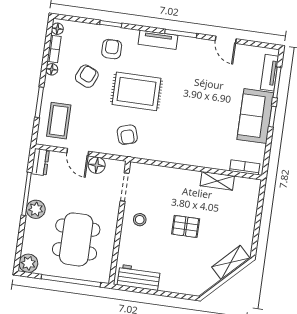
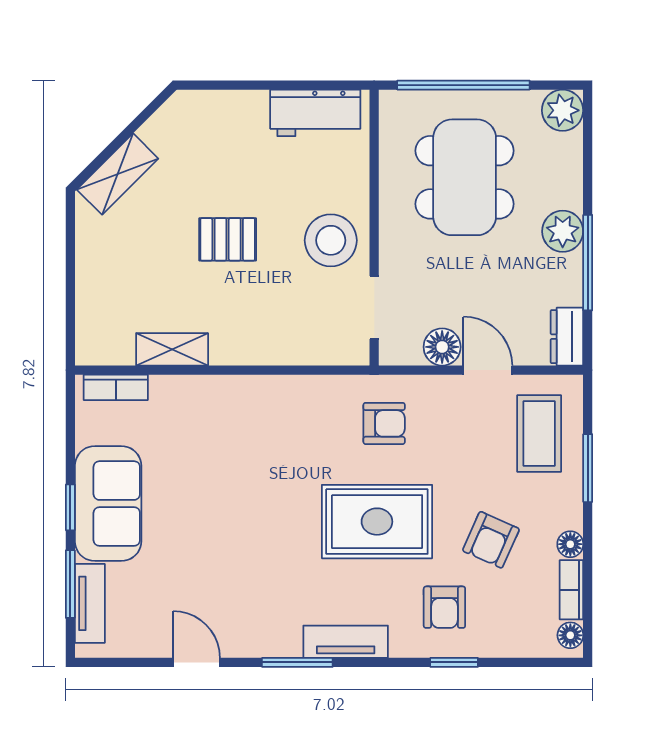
armchair: (127, 135) -> (384, 423), turned 107
stool: (140, 220) -> (331, 240), width x1.89, depth x1.89

